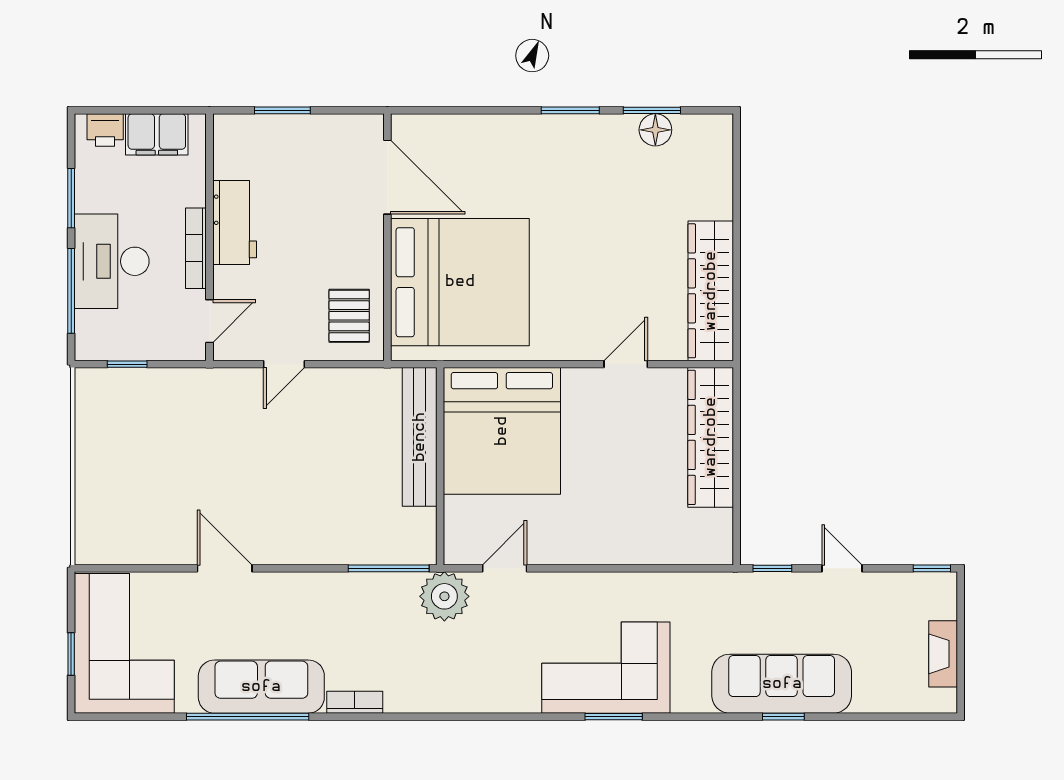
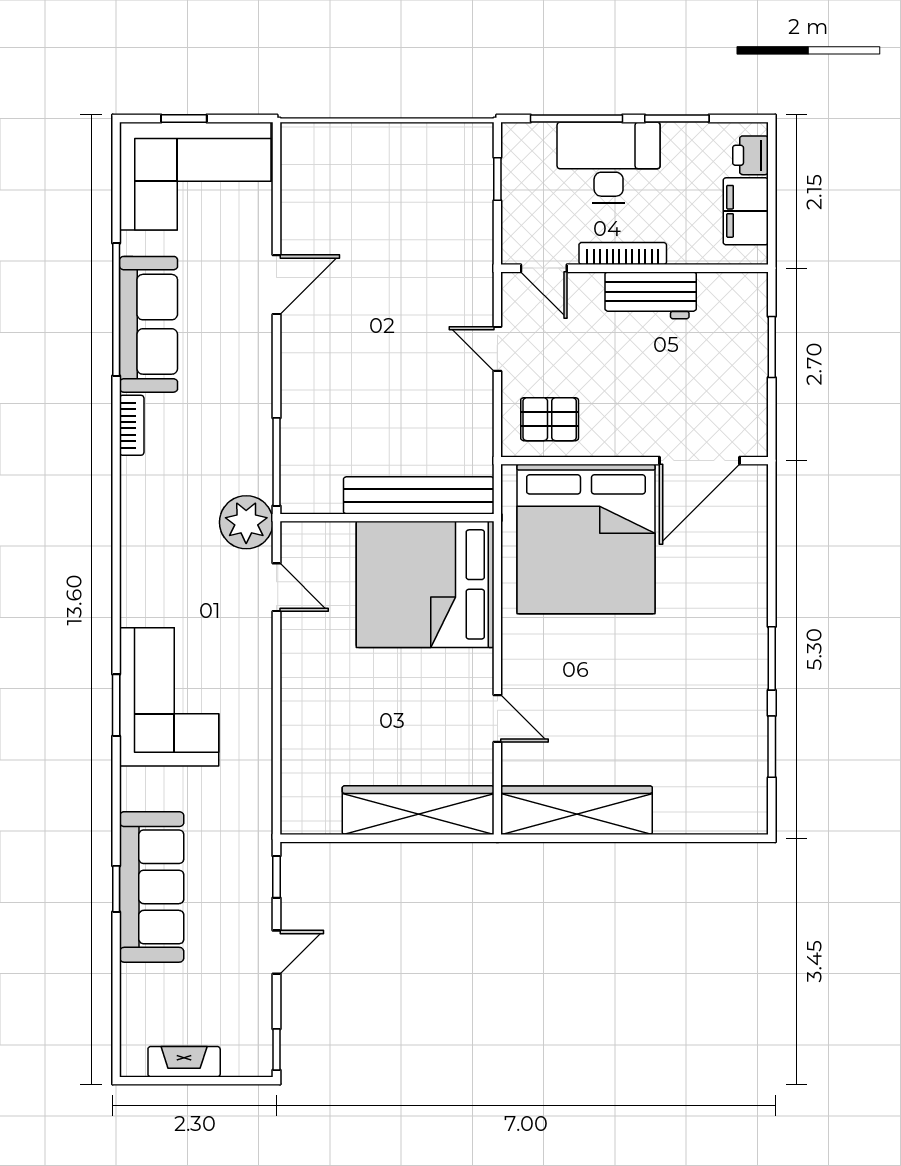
floor lamp: (655, 130) -> (751, 750), removed

